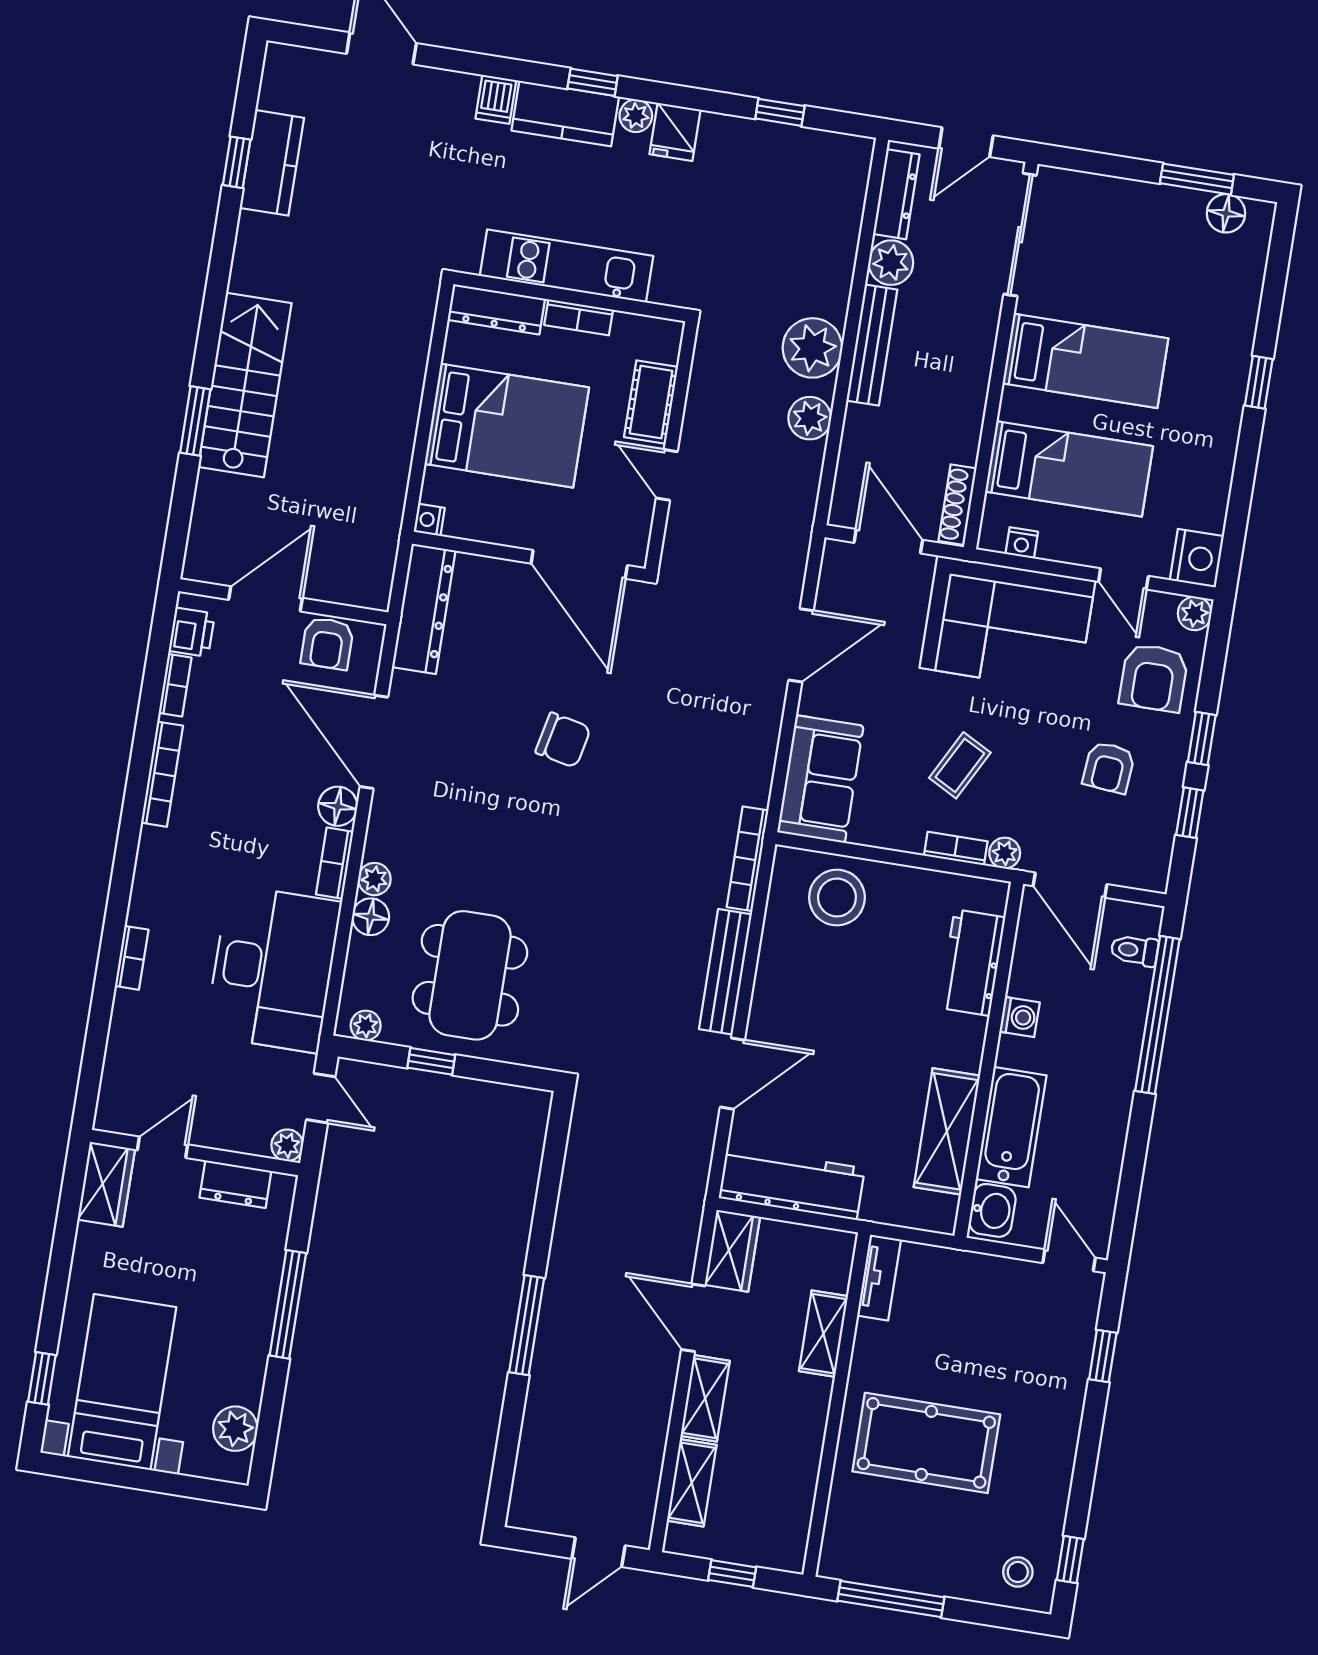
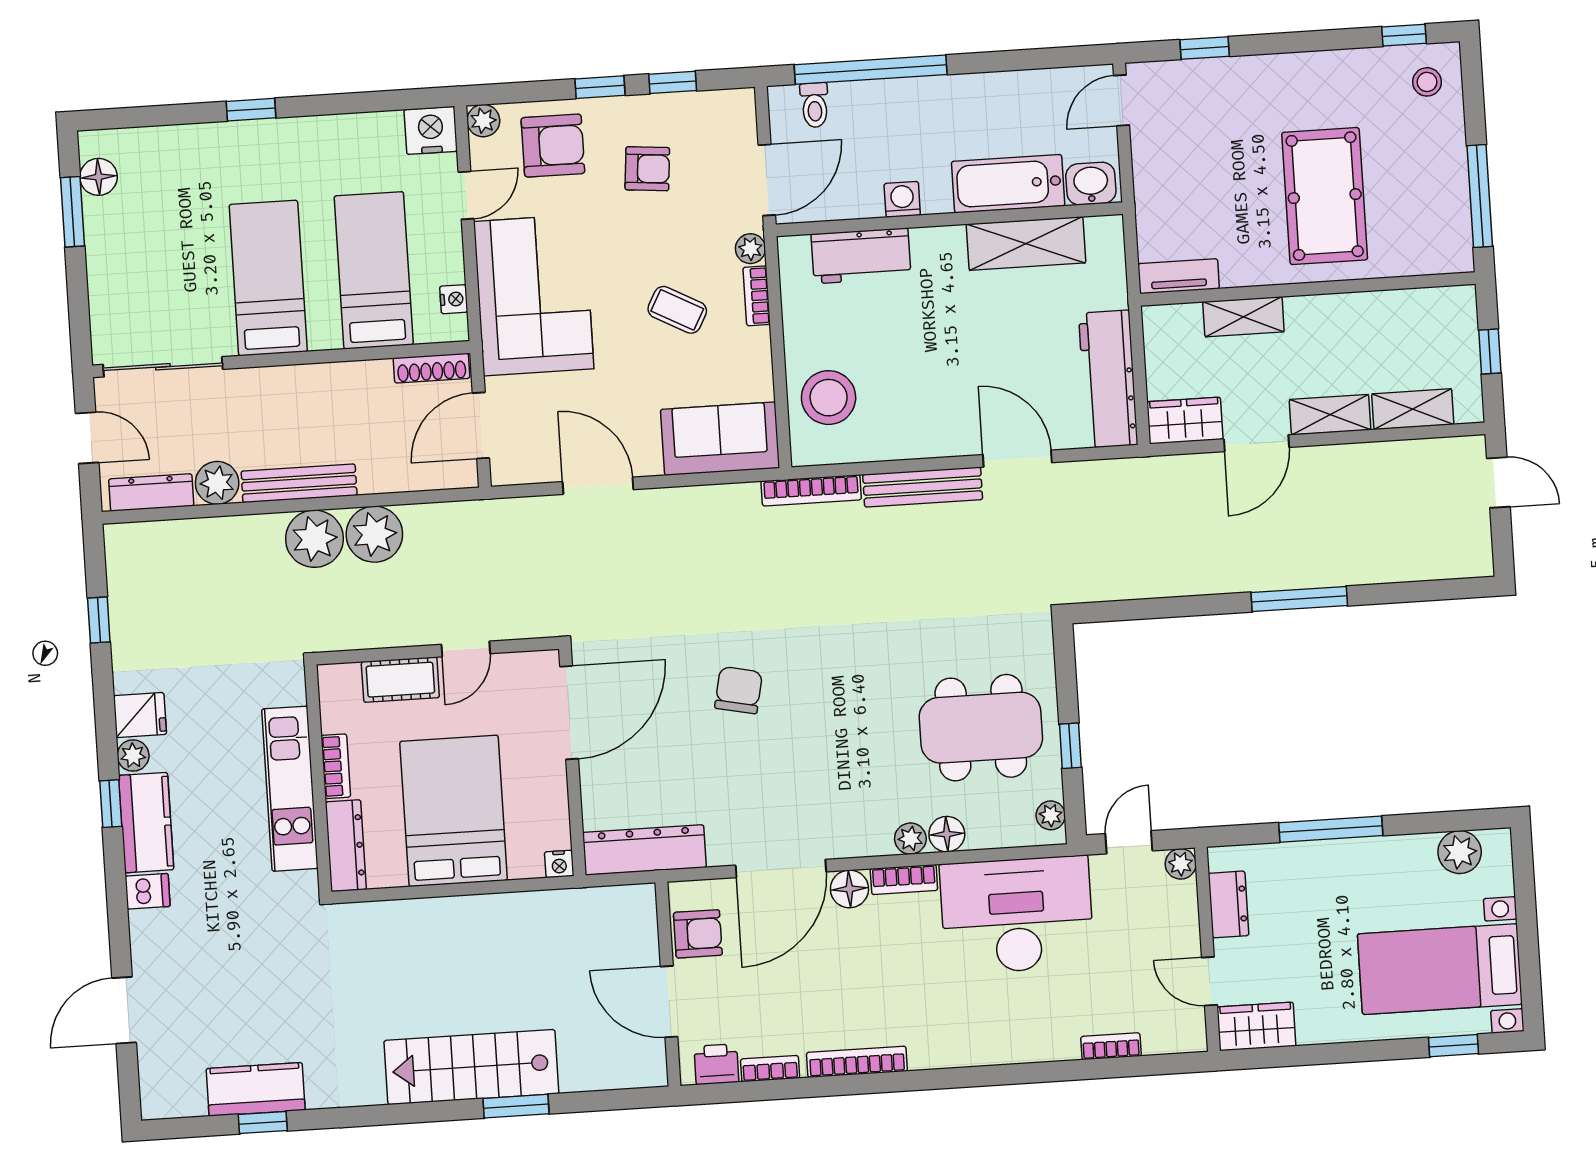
plant: (810, 418) -> (374, 534), width x1.36, depth x1.36
bookcase: (132, 958) -> (1111, 1046), moved

